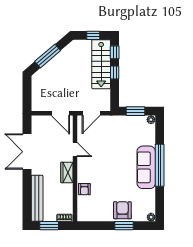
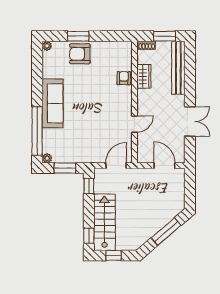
window: (115, 73) -> (89, 186), moved
door: (60, 113) -> (165, 166), moved
door: (75, 149) -> (134, 124), swing flipped
double door: (27, 152) -> (190, 121), width x0.73
window: (160, 165) -> (37, 131), moved
wardrobe: (67, 172) -> (144, 76), moved
armchair: (122, 210) -> (80, 54), turned 90

